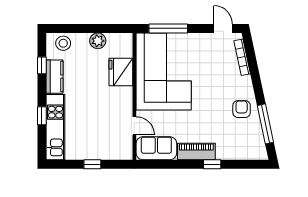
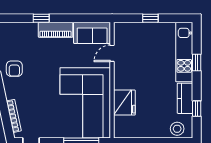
plant: (98, 41) -> (145, 131), removed
door: (134, 126) -> (112, 53), hinge flipped

